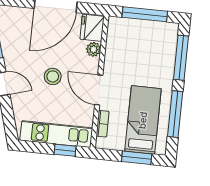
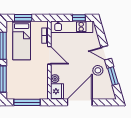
stool: (53, 76) -> (98, 70), moved
window: (65, 150) -> (79, 18), moved

